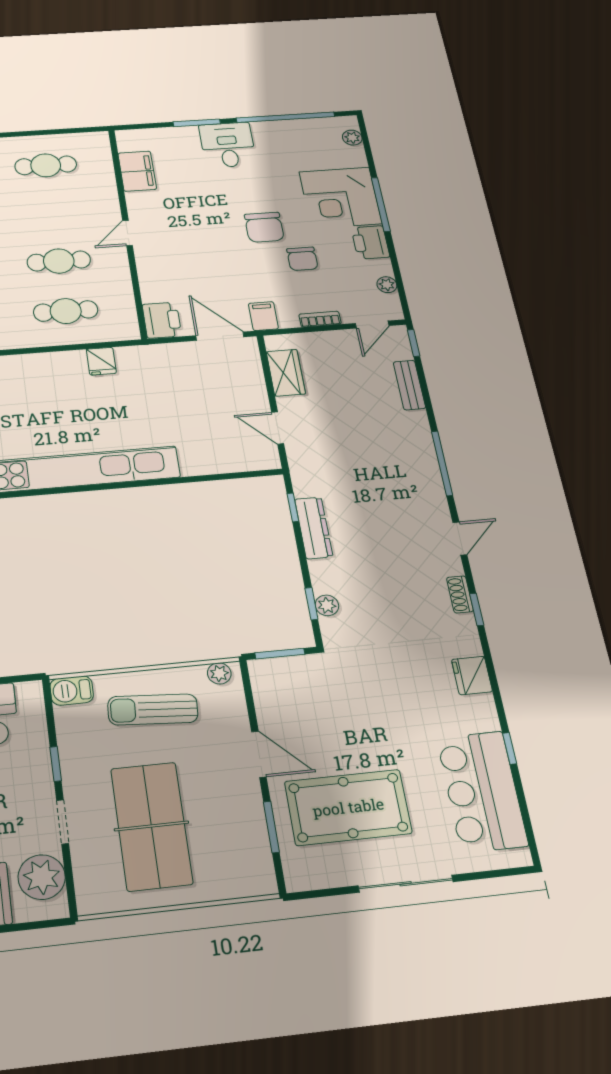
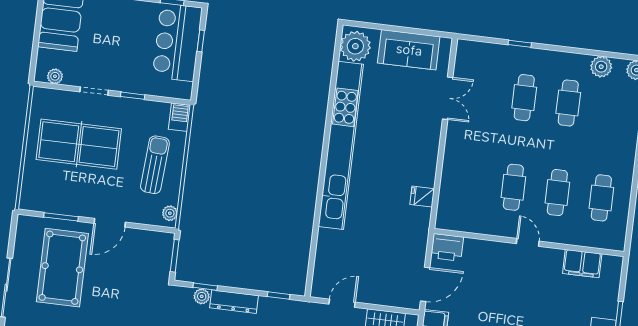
cafe table: (66, 311) -> (557, 193), moved
dresser: (314, 528) -> (234, 302), moved
plant: (42, 877) -> (55, 76), width x0.53, depth x0.53

